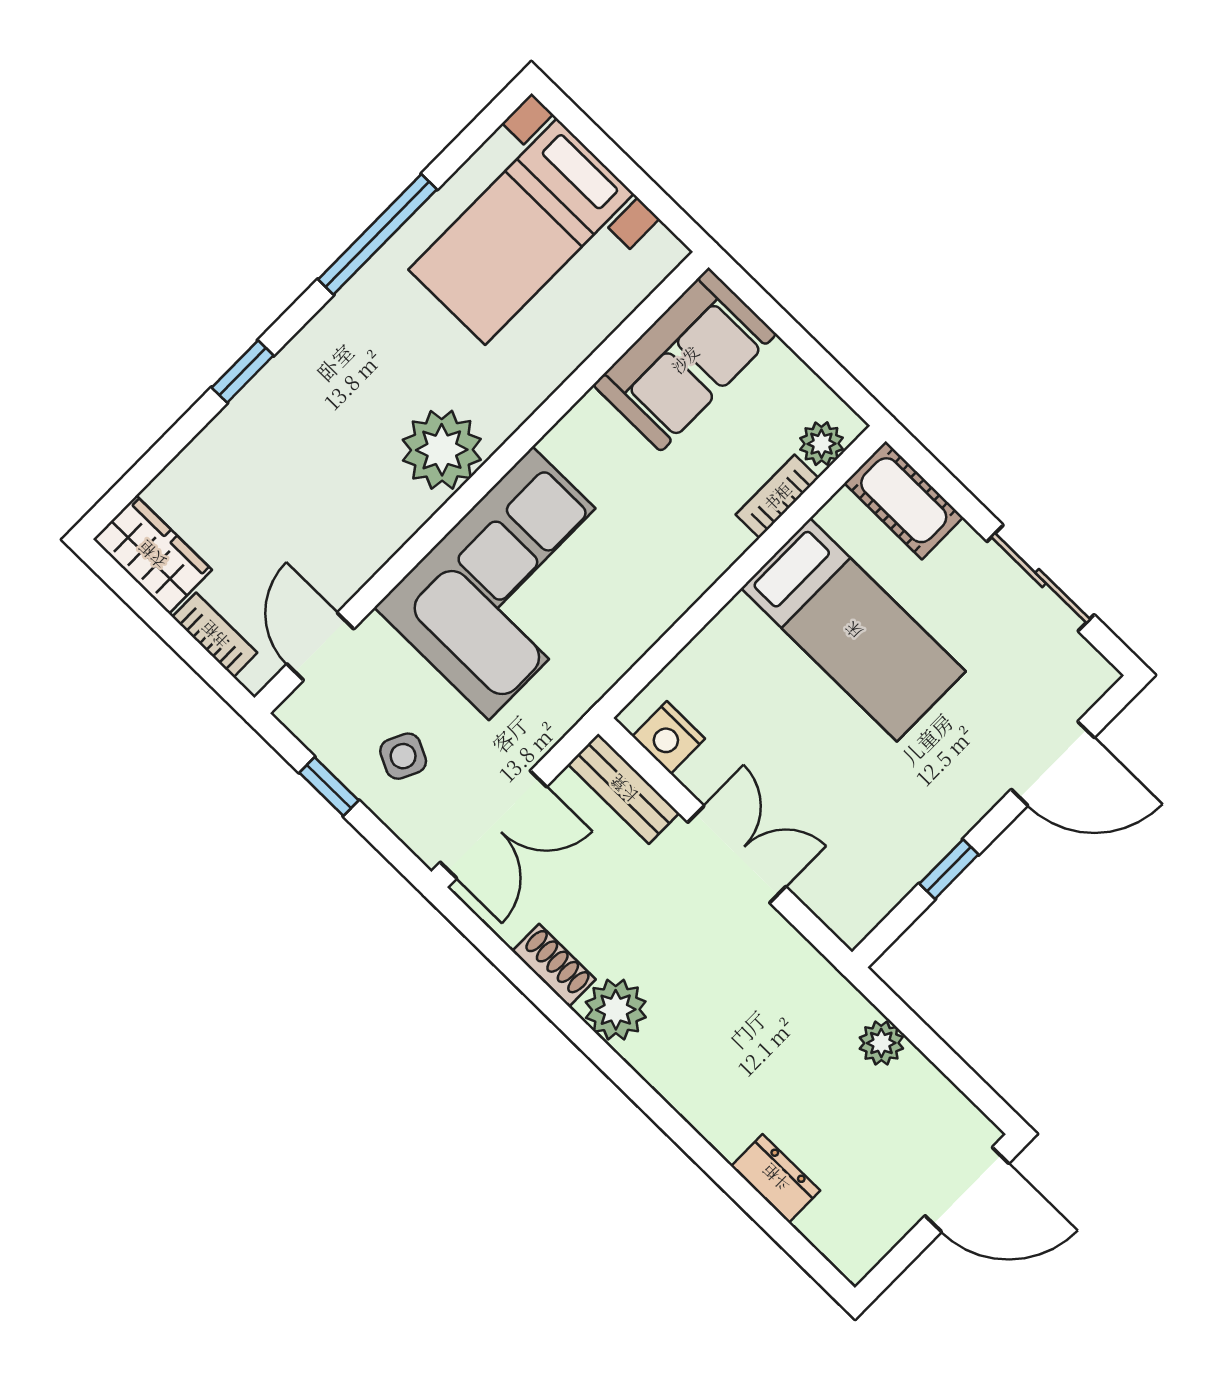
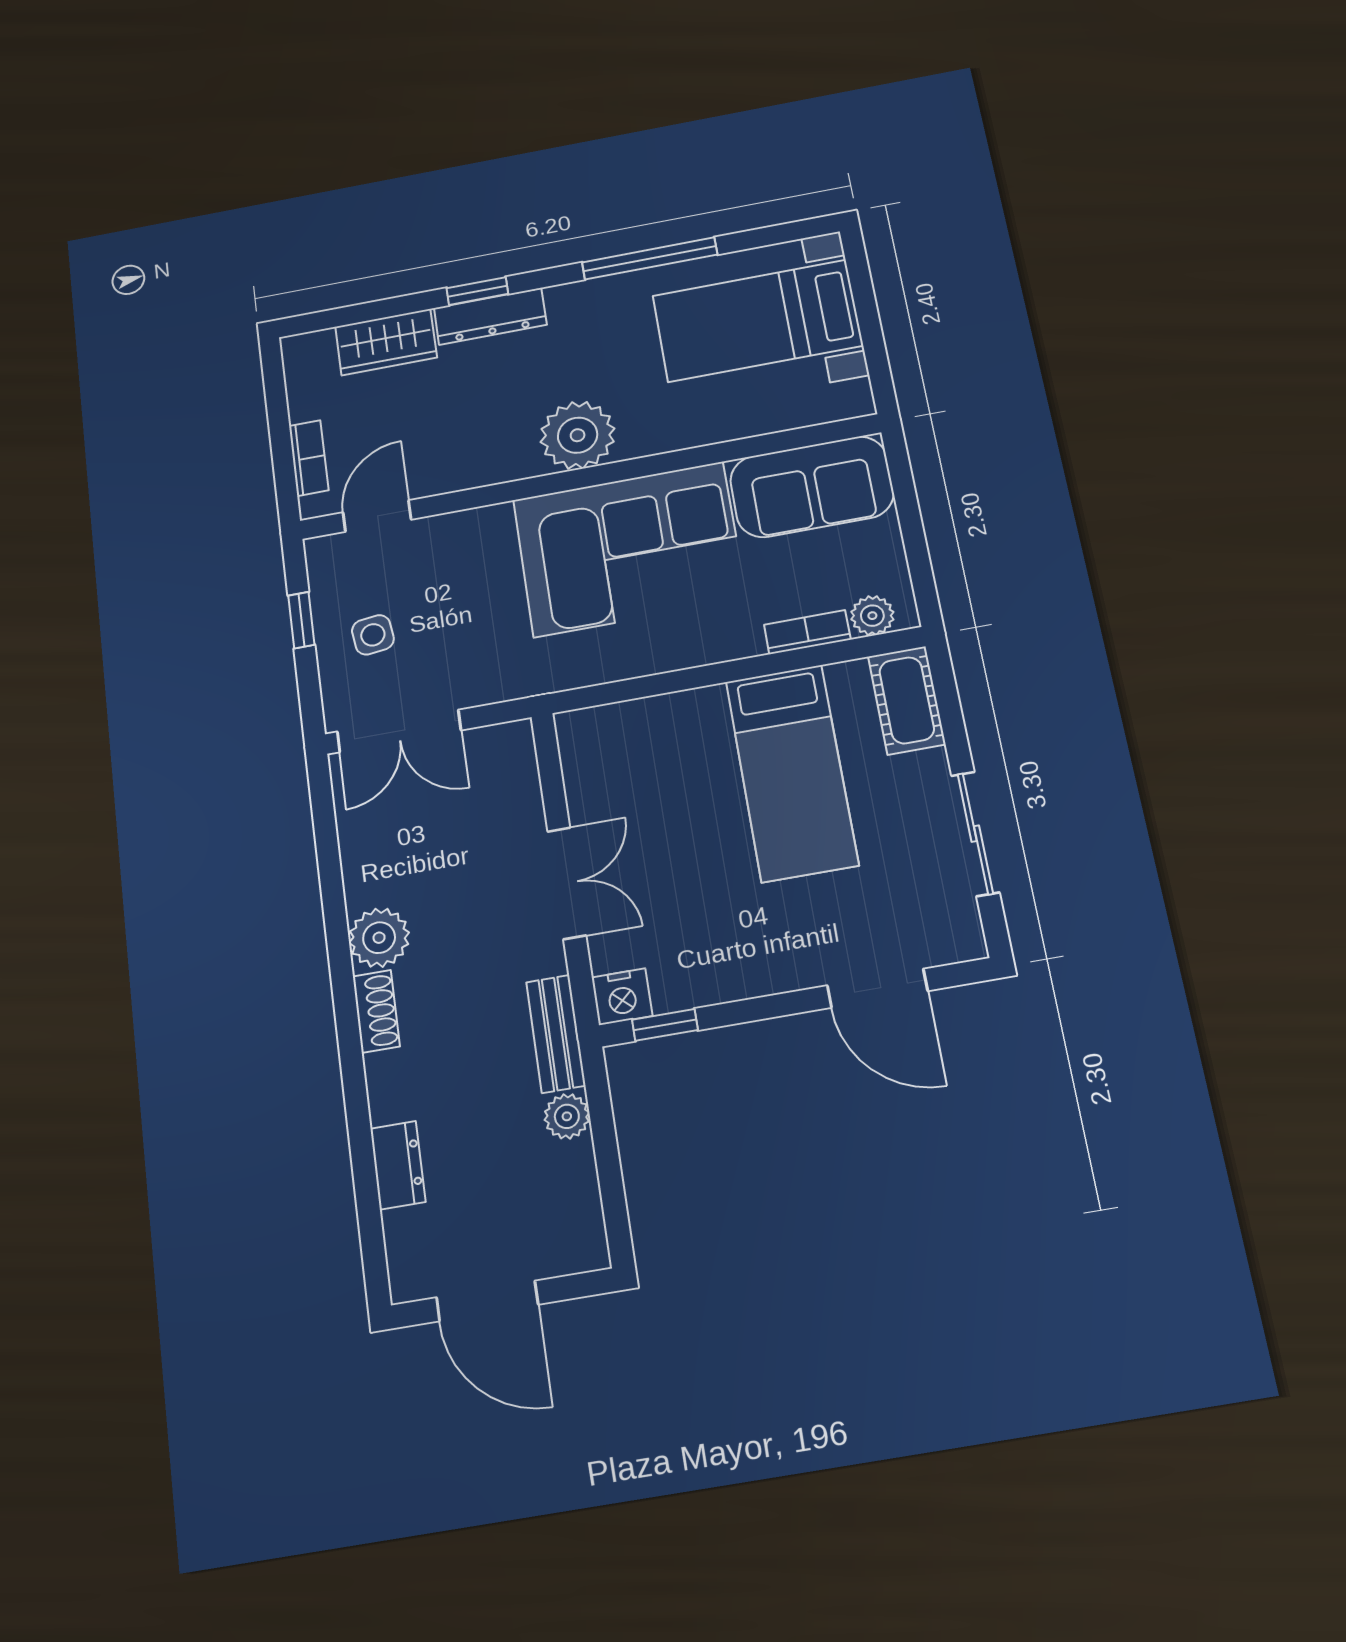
dresser: (274, 388) -> (490, 316), added
wardrobe: (152, 555) -> (386, 342), moved, turned 90
corner sofa: (511, 583) -> (629, 549), moved
nightstand: (669, 738) -> (622, 997), moved, turned -90
side table: (403, 756) -> (373, 635), turned -33
bench: (624, 789) -> (556, 1034), moved
window: (949, 869) -> (665, 1025), moved
shoe rack: (554, 965) -> (376, 1011), moved
door: (967, 1190) -> (487, 1301), moved

